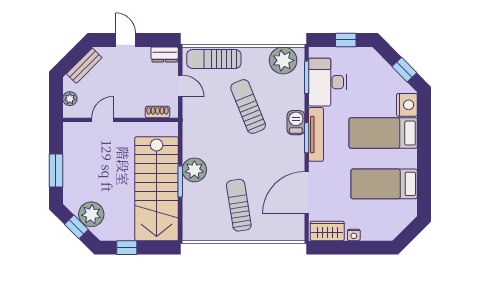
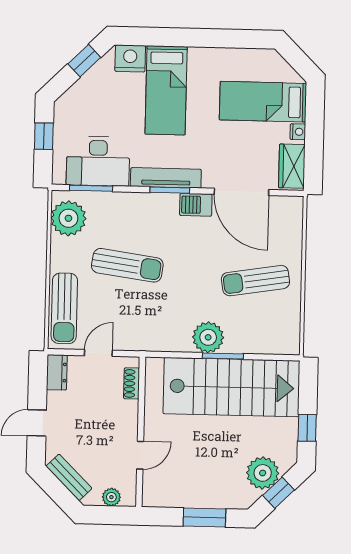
sun lounger: (248, 107) -> (127, 265), turned -150
door: (103, 120) -> (140, 455), swing flipped
barbecue: (296, 123) -> (196, 205), moved
bed: (384, 184) -> (263, 102), moved, turned 90

